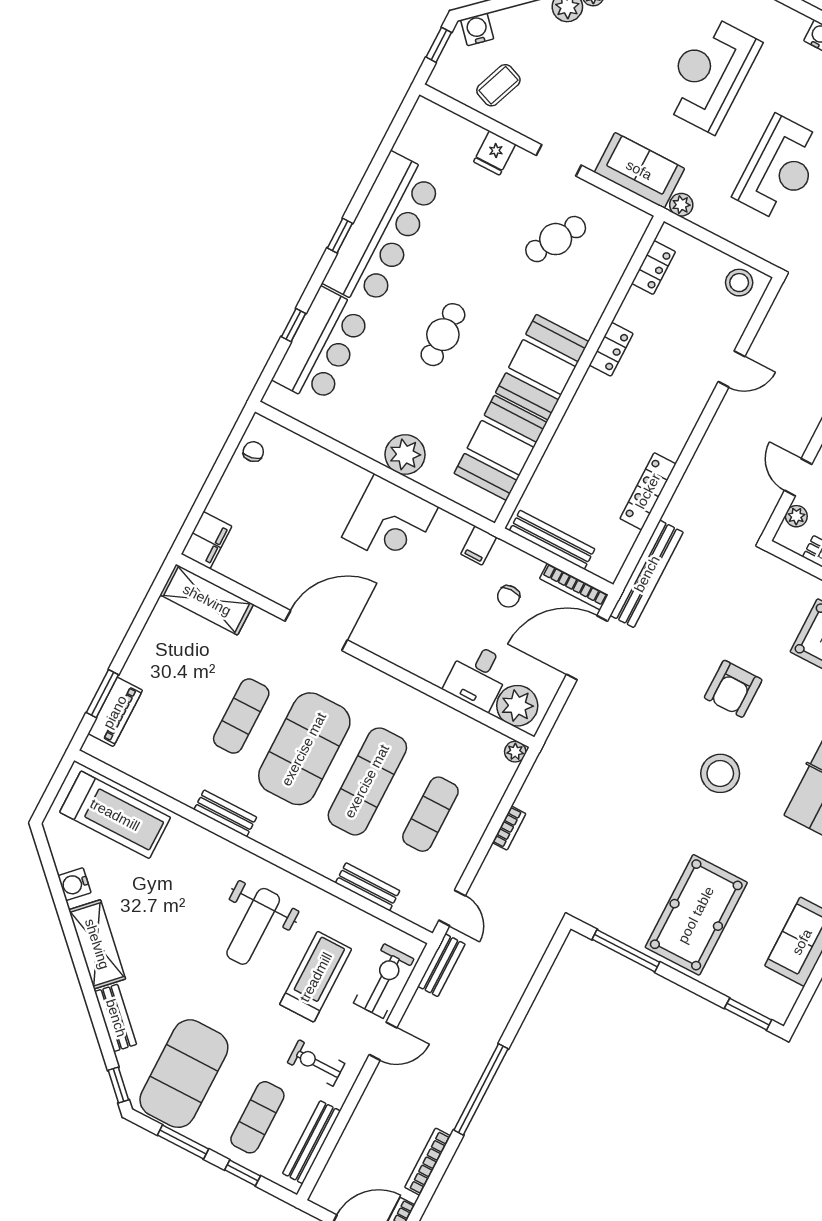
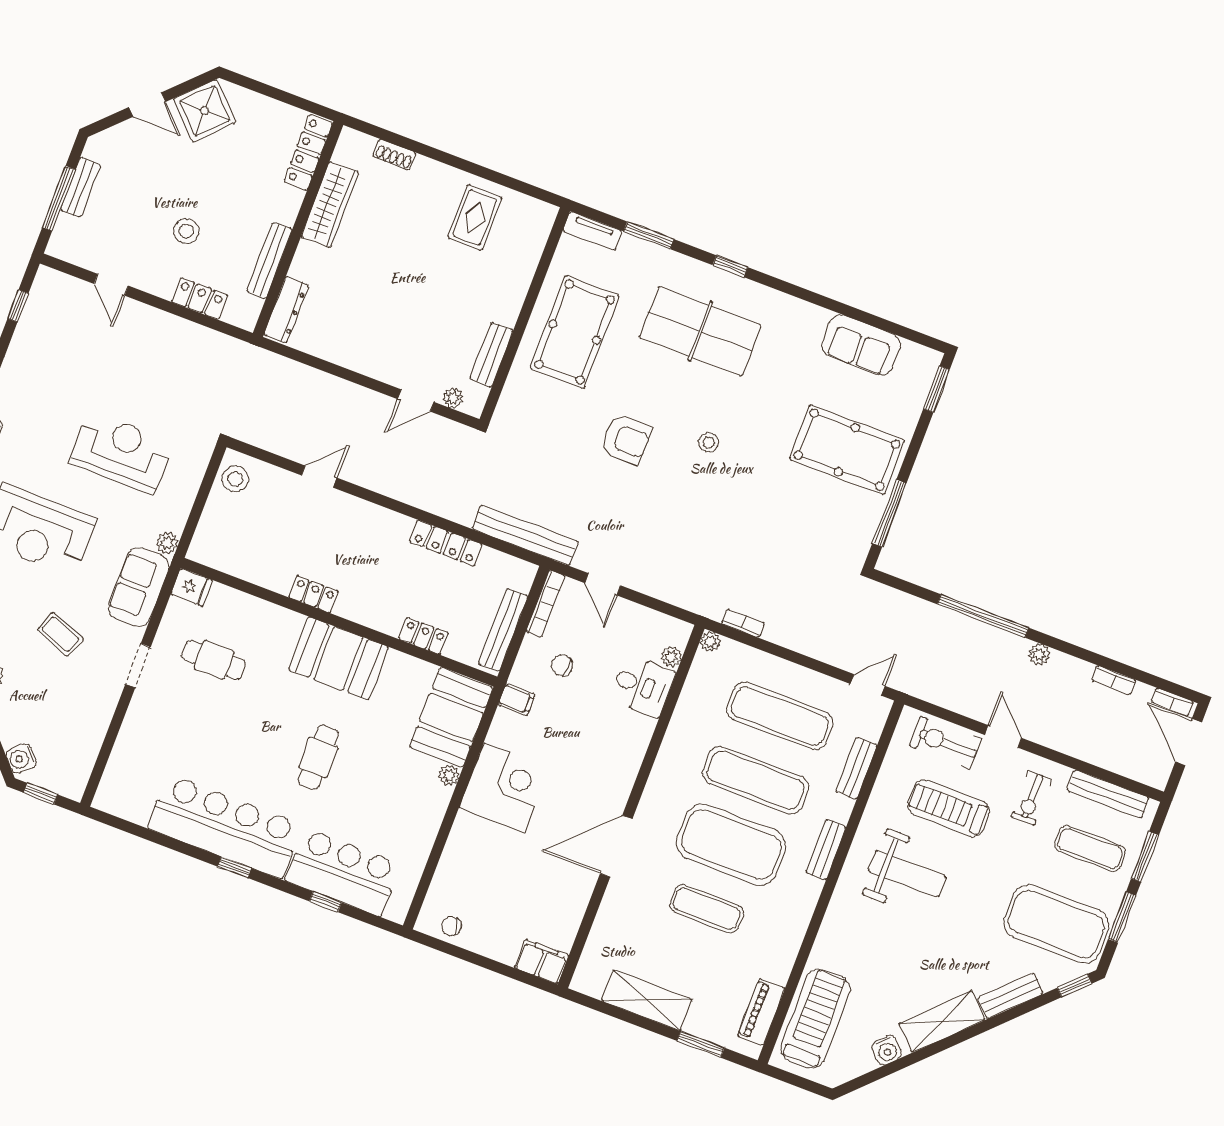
coffee table: (498, 85) -> (60, 634), moved
fridge: (495, 153) -> (192, 587), moved
cafe table: (556, 239) -> (214, 660), turned -31
locker: (654, 268) -> (423, 636), moved
cafe table: (443, 335) -> (318, 757), turned 90
door: (731, 369) -> (319, 477), hinge flipped
booth: (501, 448) -> (451, 717), moved, turned 90
plant: (405, 454) -> (449, 775), width x0.53, depth x0.53
chair: (509, 596) -> (562, 665), turned 180
shelving: (207, 600) -> (647, 1000), moved, turned 90
door: (316, 631) -> (616, 846), hinge flipped
door: (587, 648) -> (603, 584), width x0.53
plant: (517, 706) -> (671, 657), width x0.53, depth x0.53
piano: (115, 712) -> (761, 1012), moved, turned -90
stool: (720, 773) -> (709, 442), width x0.53, depth x0.53
bench: (225, 813) -> (826, 850), moved
exercise mat: (430, 814) -> (780, 716), width x1.36, depth x1.45
bookcase: (509, 828) -> (743, 623), moved
bench: (441, 965) -> (924, 689), removed
plant: (463, 1088) -> (1039, 654), added
window: (481, 1089) -> (983, 616), moved
bookcase: (428, 1162) -> (1114, 680), width x0.64
window: (242, 1173) -> (1145, 857), width x1.50

